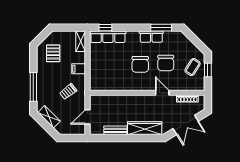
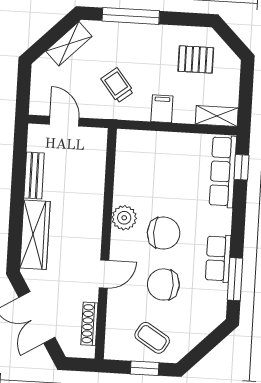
chair: (140, 64) -> (164, 233), turned 180
plant: (134, 84) -> (124, 218), added

